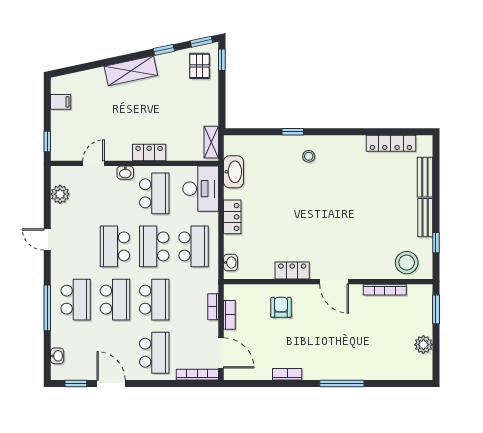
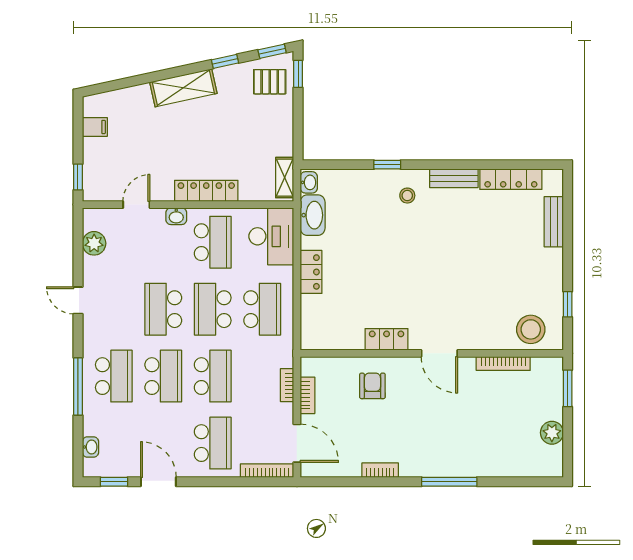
pallet: (199, 66) -> (270, 82), turned 90
locker: (149, 153) -> (206, 191), width x1.53
bench: (425, 218) -> (454, 178), moved, turned 90
washbasin: (230, 262) -> (309, 182), moved

